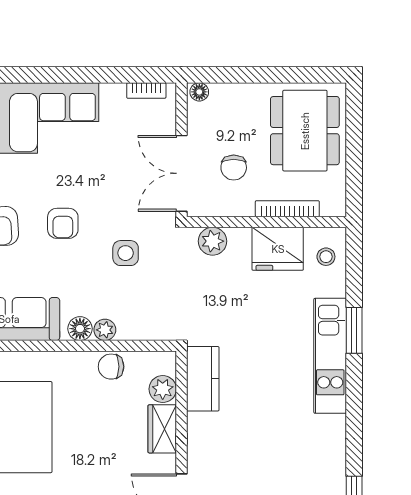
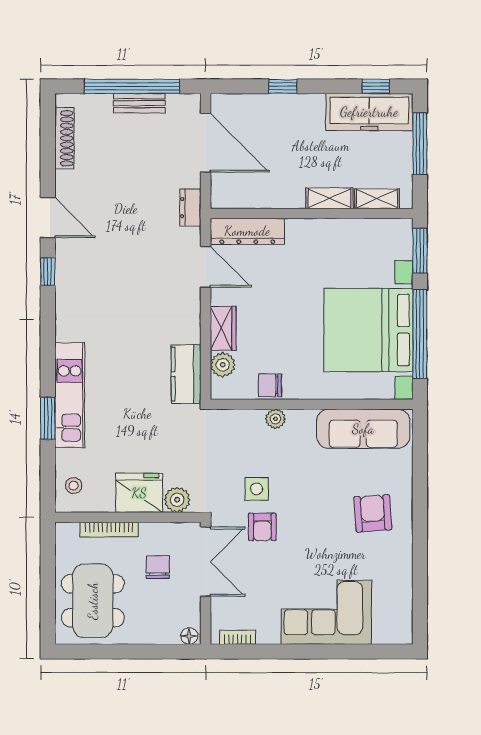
armchair: (63, 223) -> (262, 527), moved, turned 180
fridge: (278, 249) -> (139, 493), moved
floor lamp: (80, 329) -> (298, 420), removed
chair: (111, 367) -> (270, 385), turned 180

